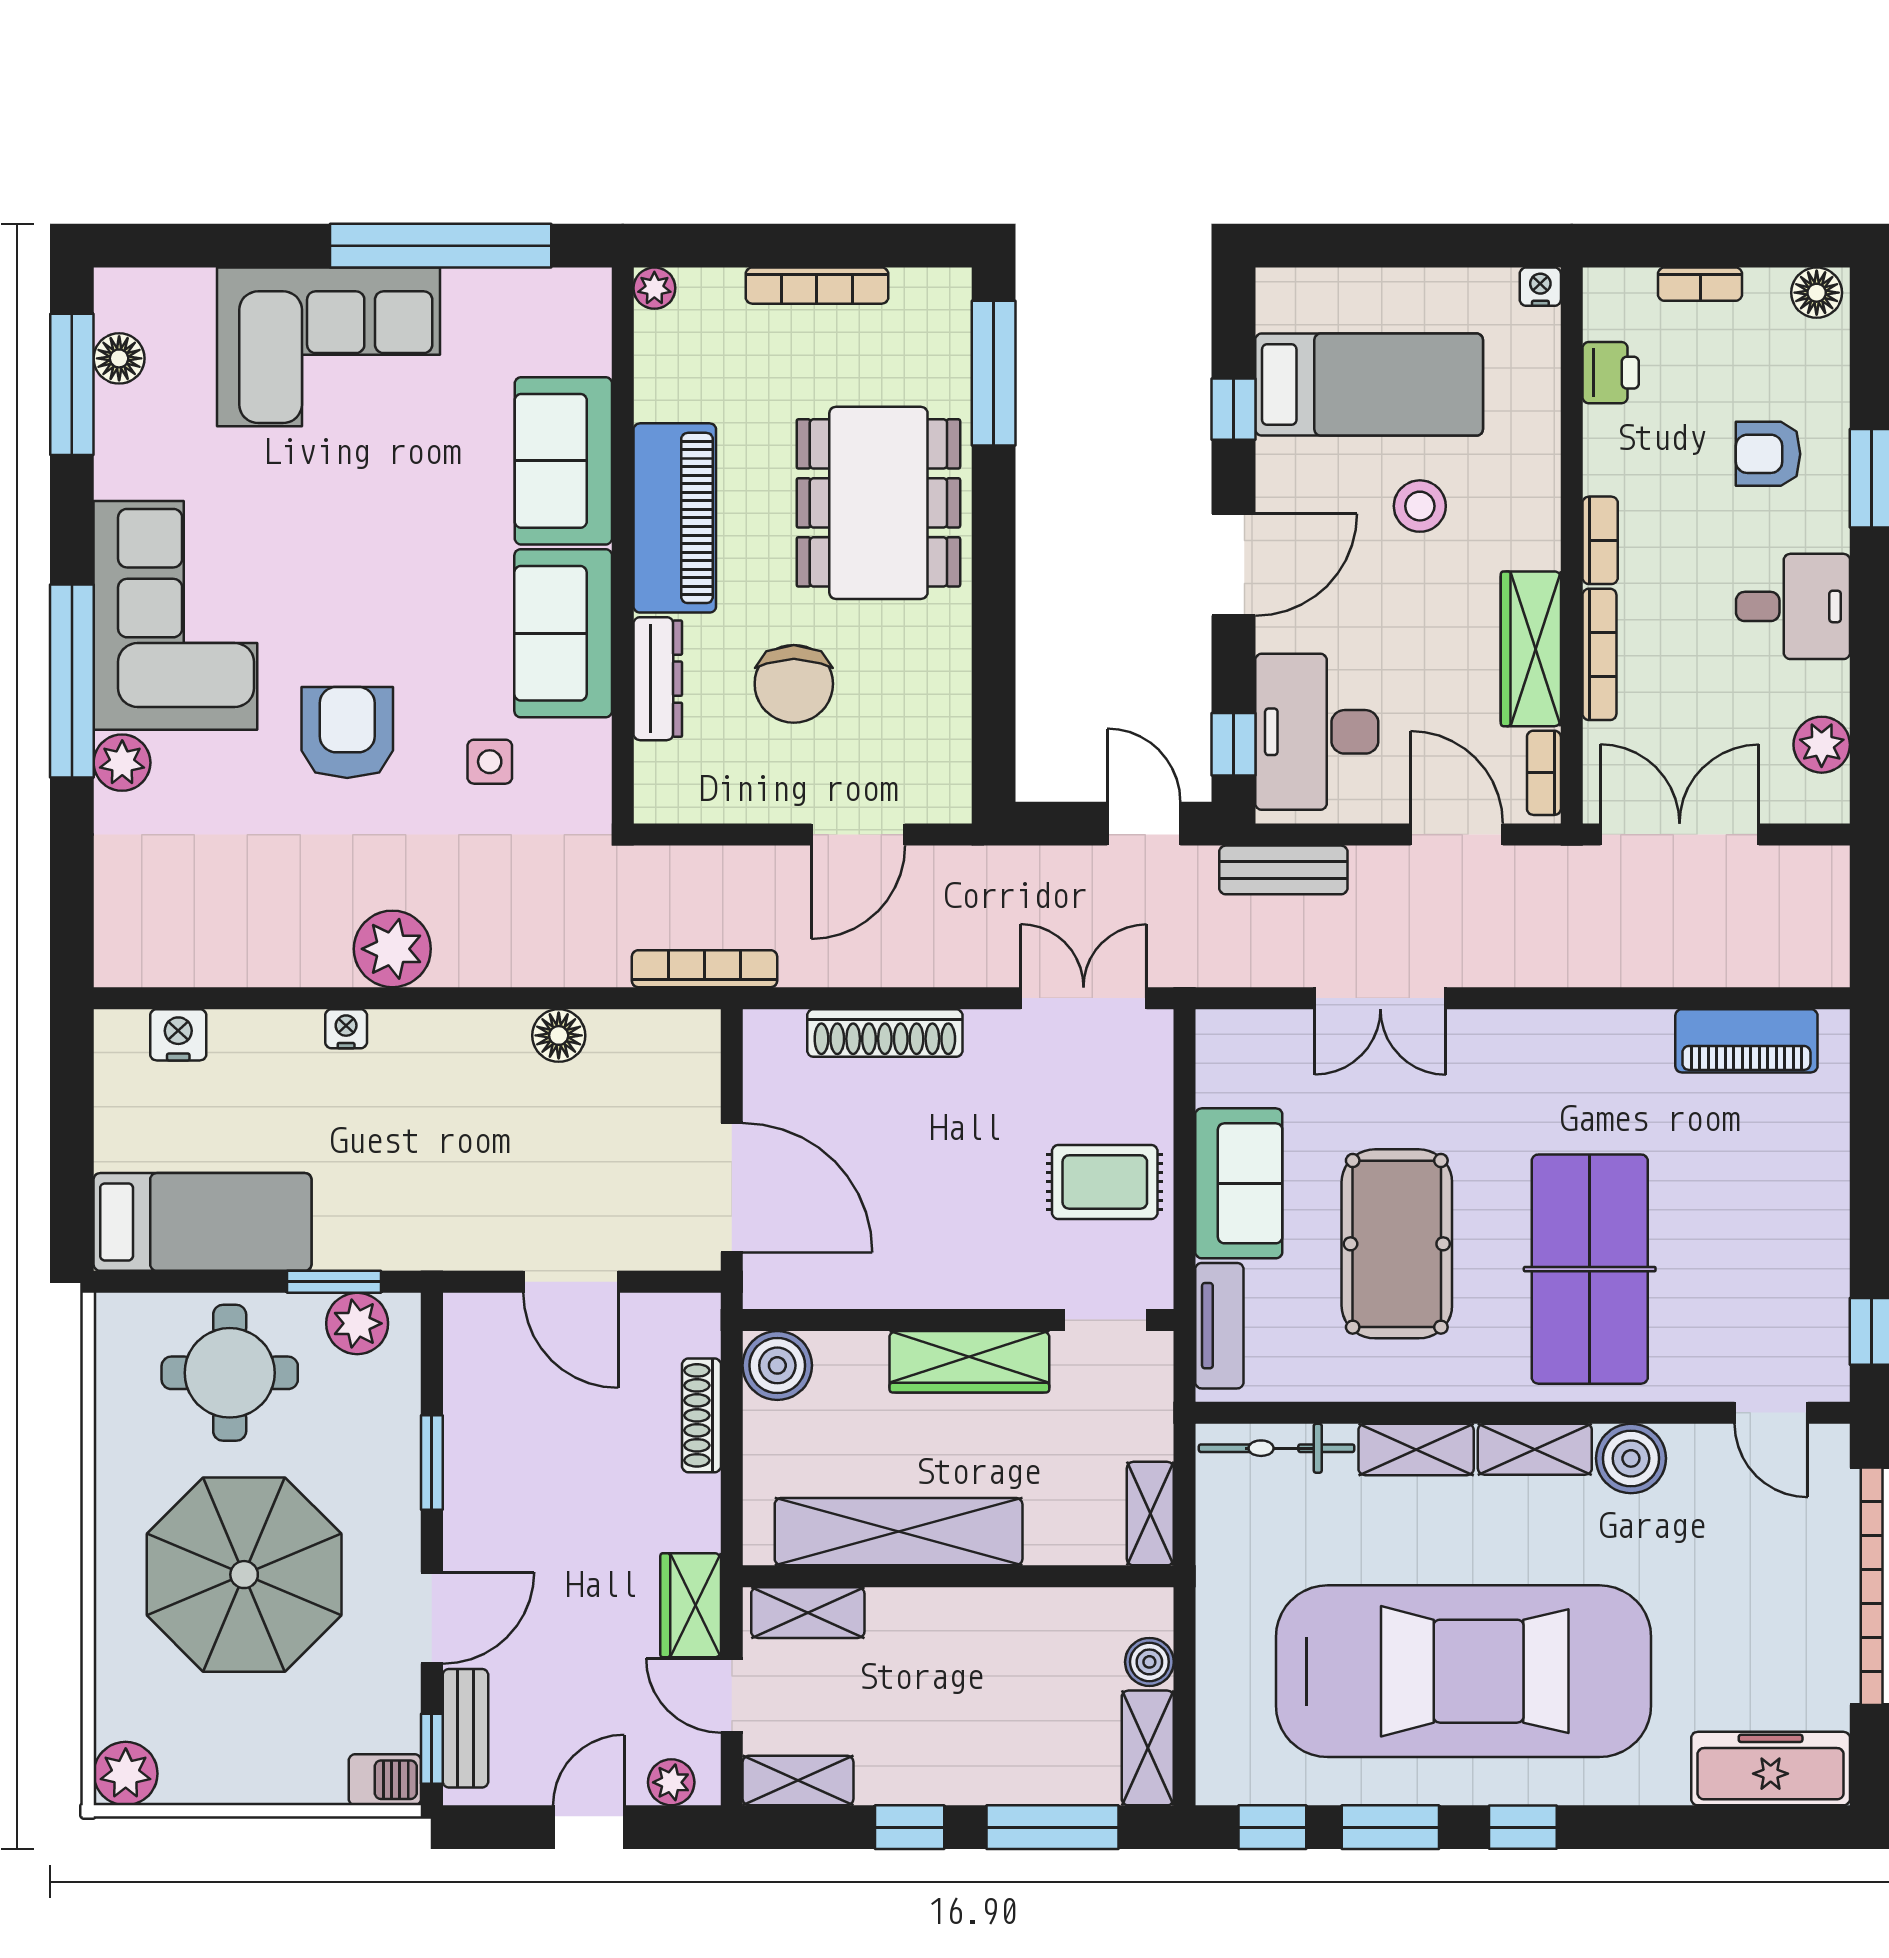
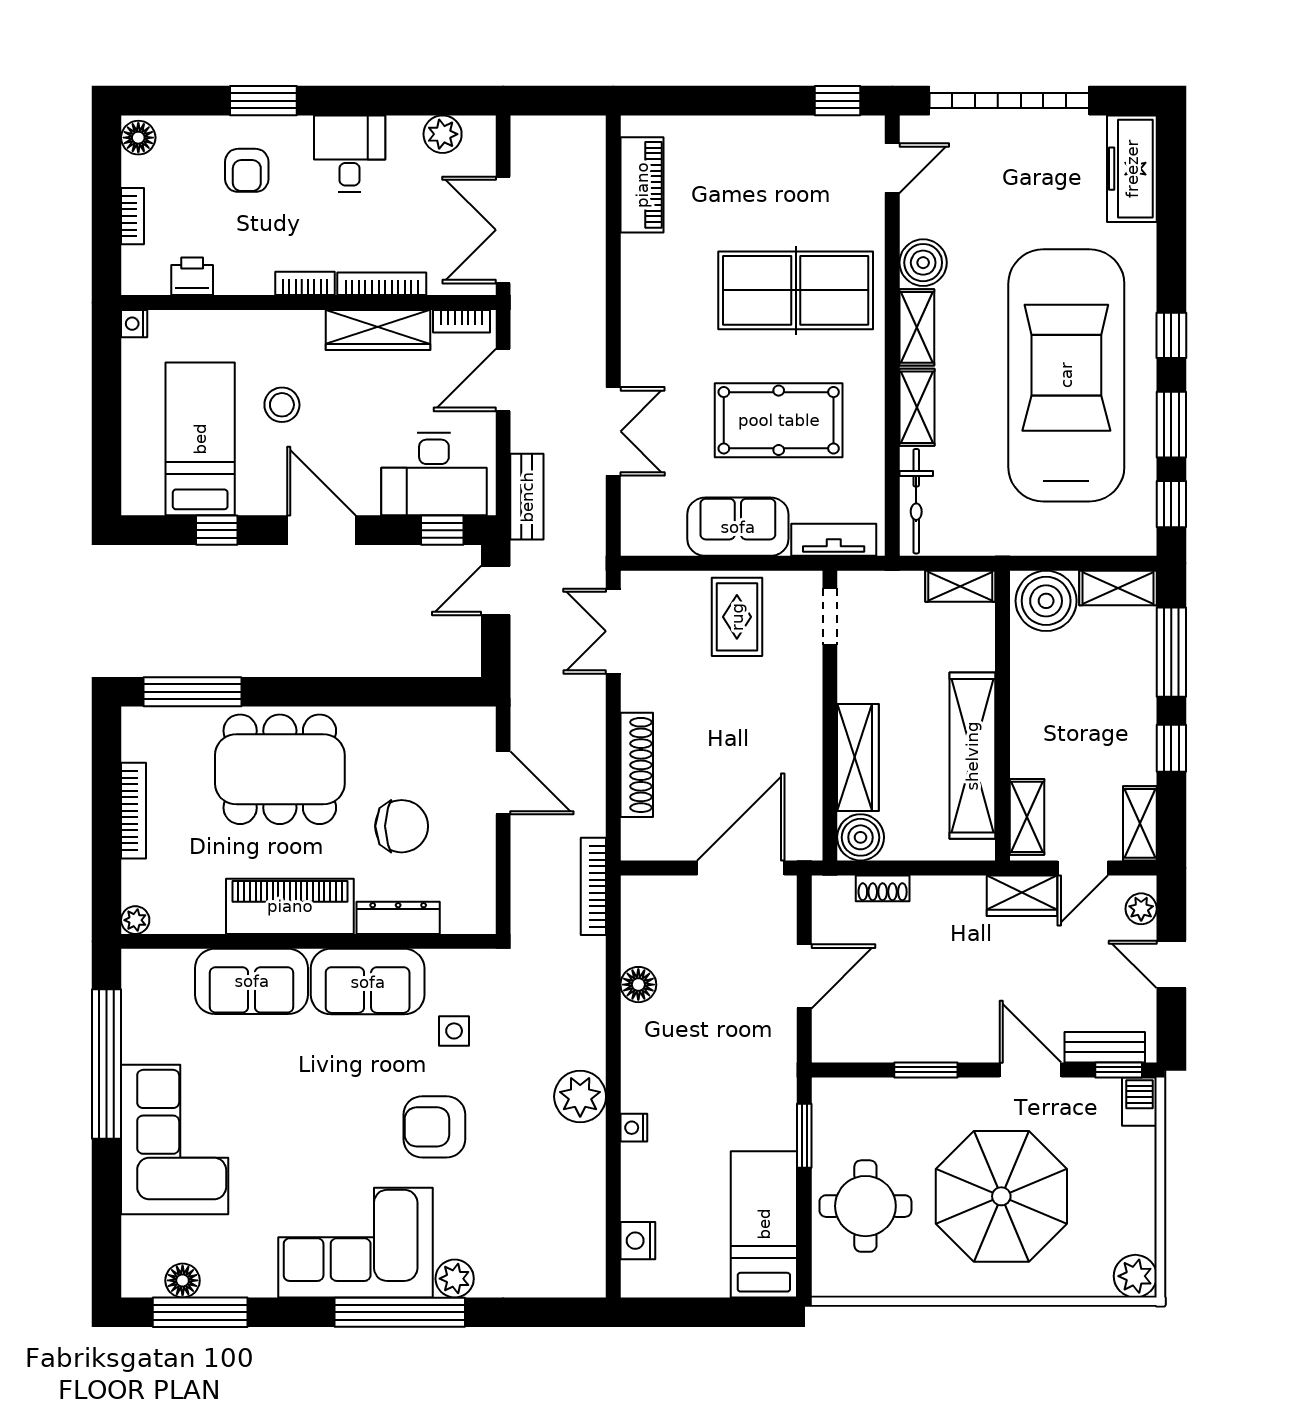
plant: (357, 1323) -> (832, 1120), removed
wardrobe: (969, 1362) -> (858, 757), moved
shoe rack: (702, 1415) -> (883, 888), width x0.70
boiler: (1149, 1662) -> (1046, 601), width x1.86, depth x1.86

